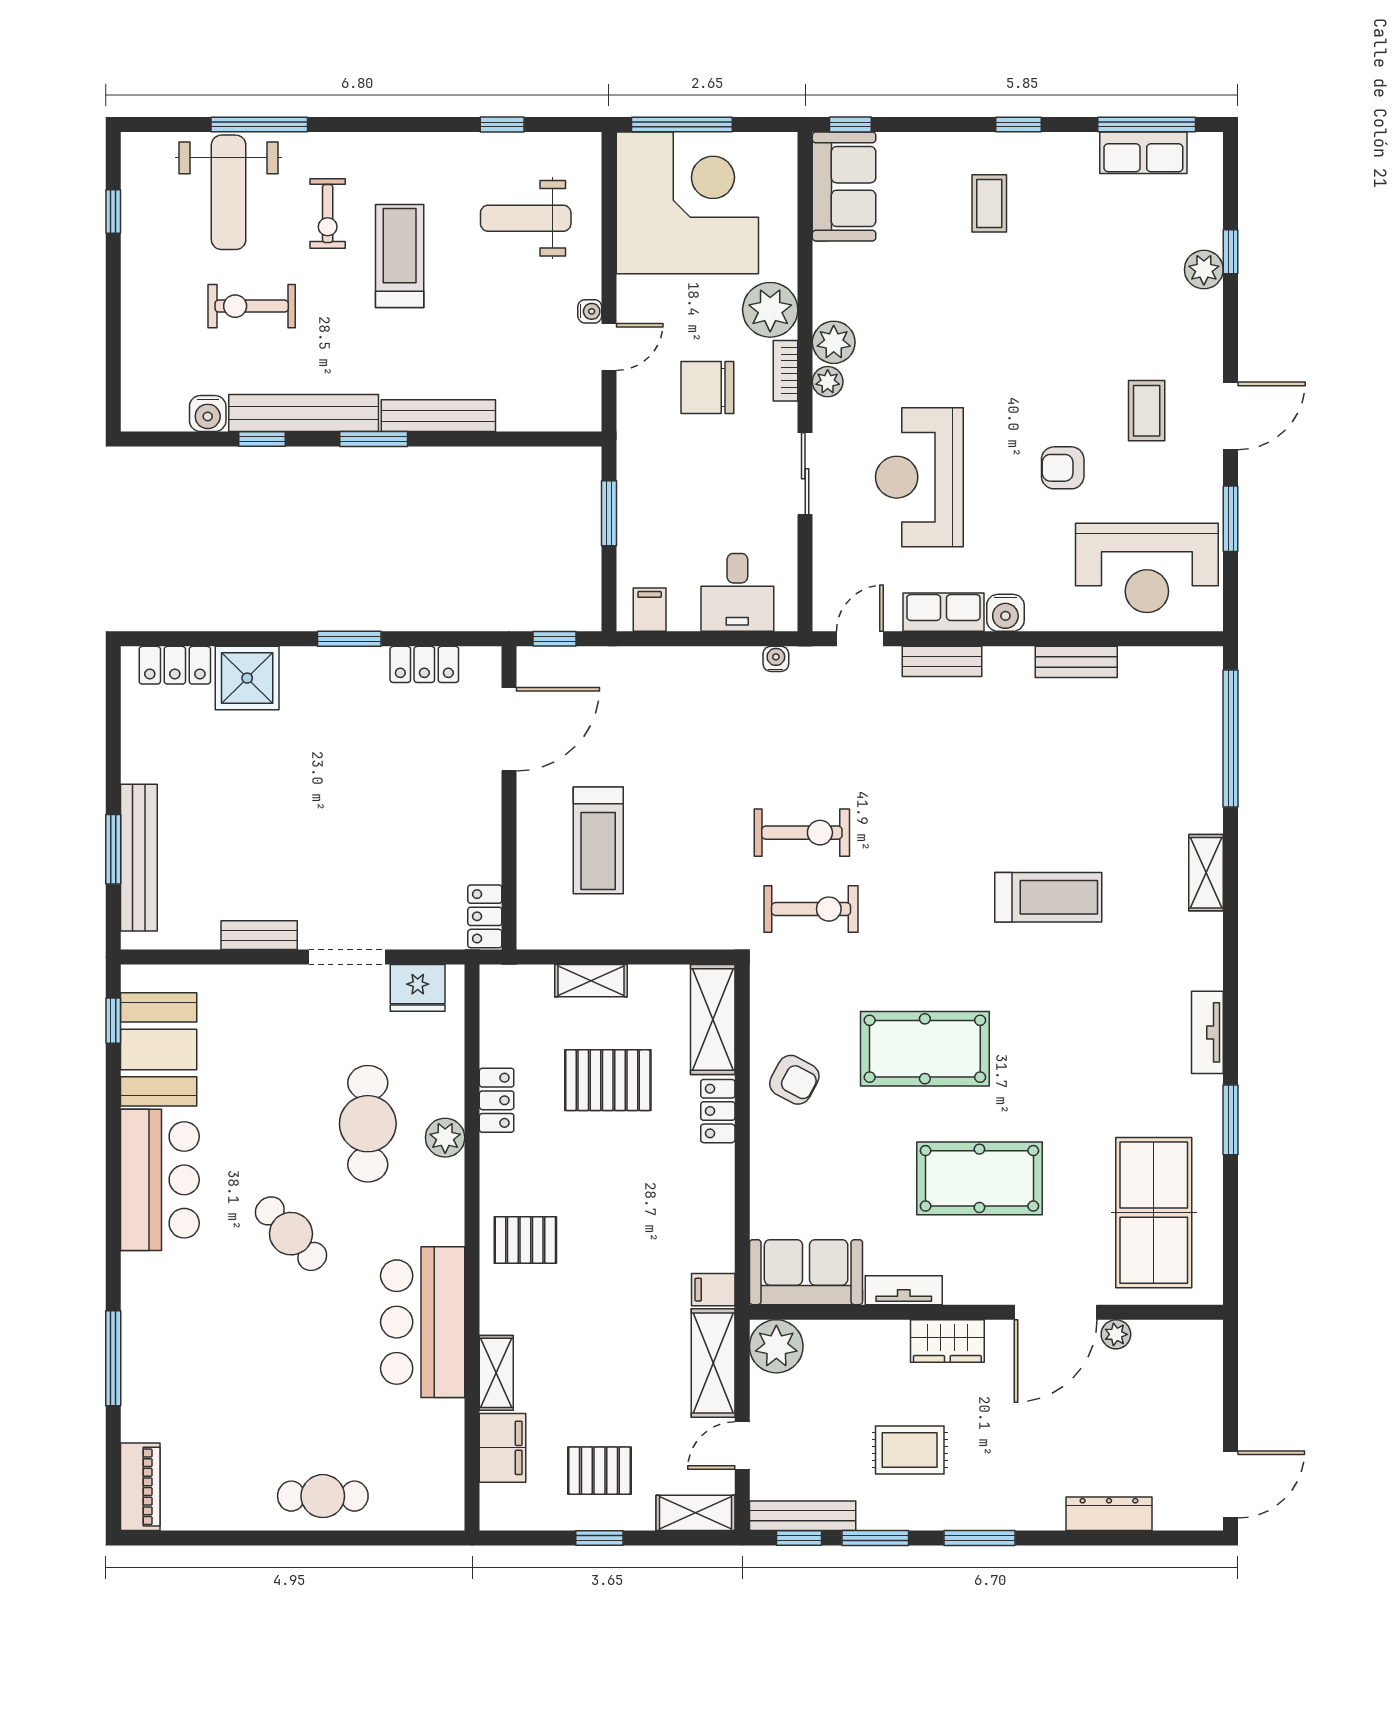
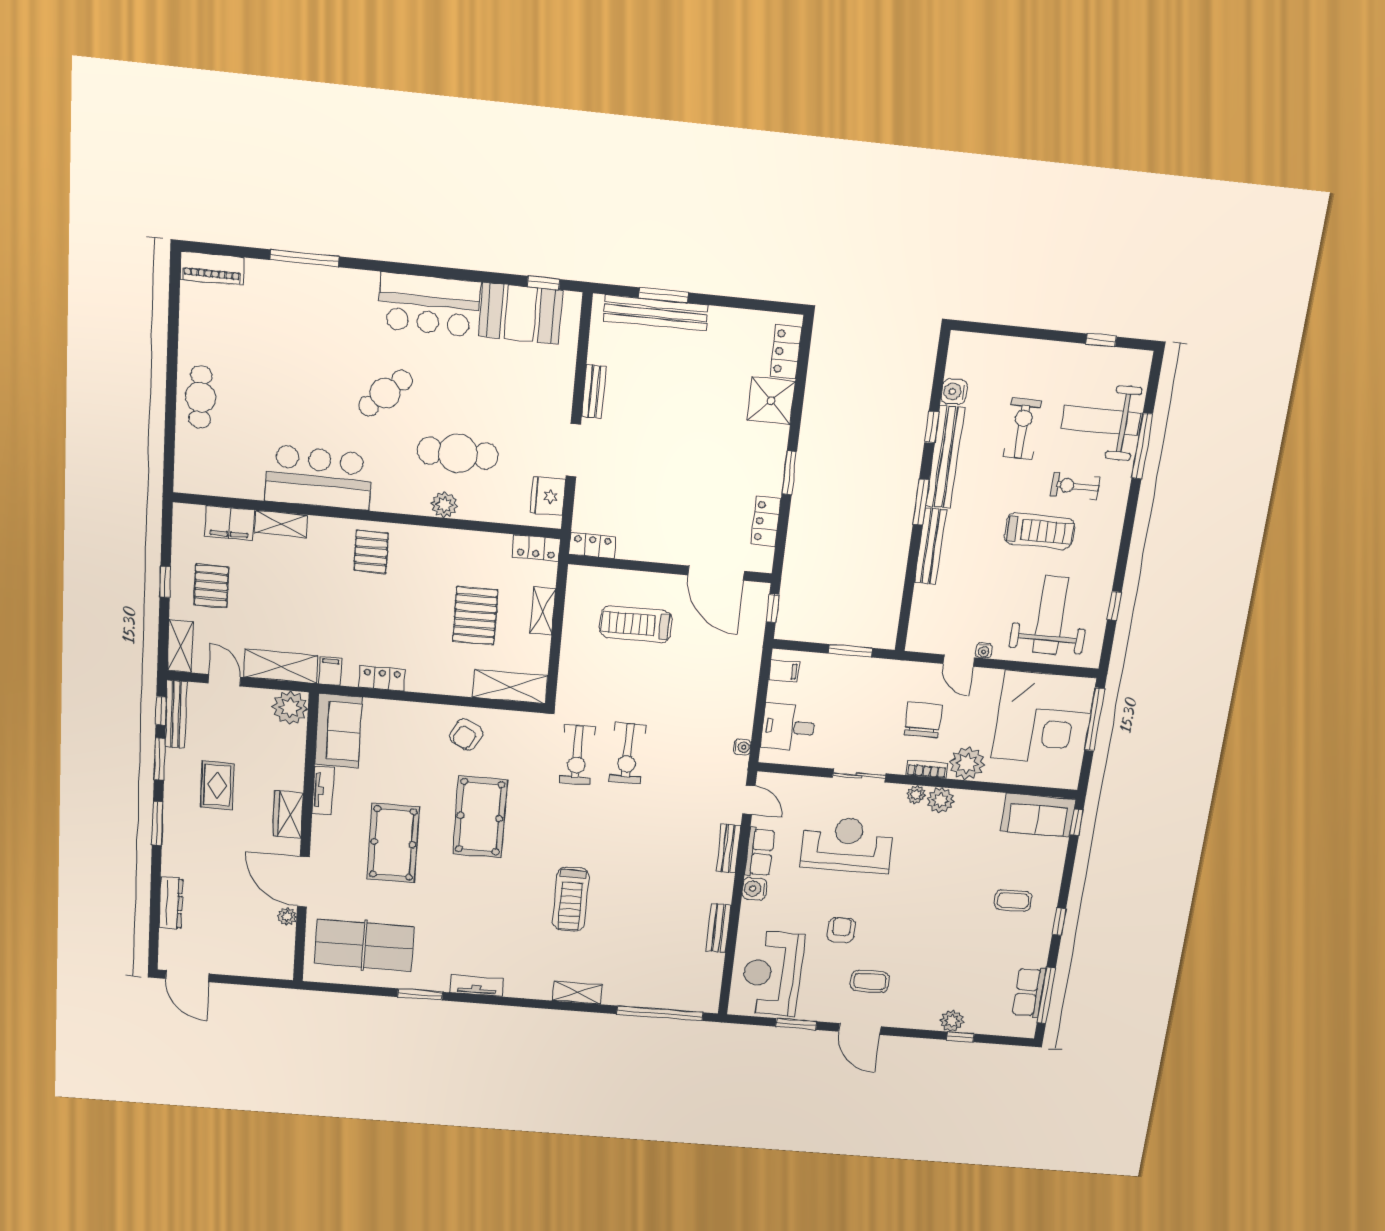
weight bench: (526, 218) -> (1051, 615), width x1.36, depth x1.33
locker: (497, 1100) -> (536, 548), moved
locker: (718, 1111) -> (382, 679), moved

